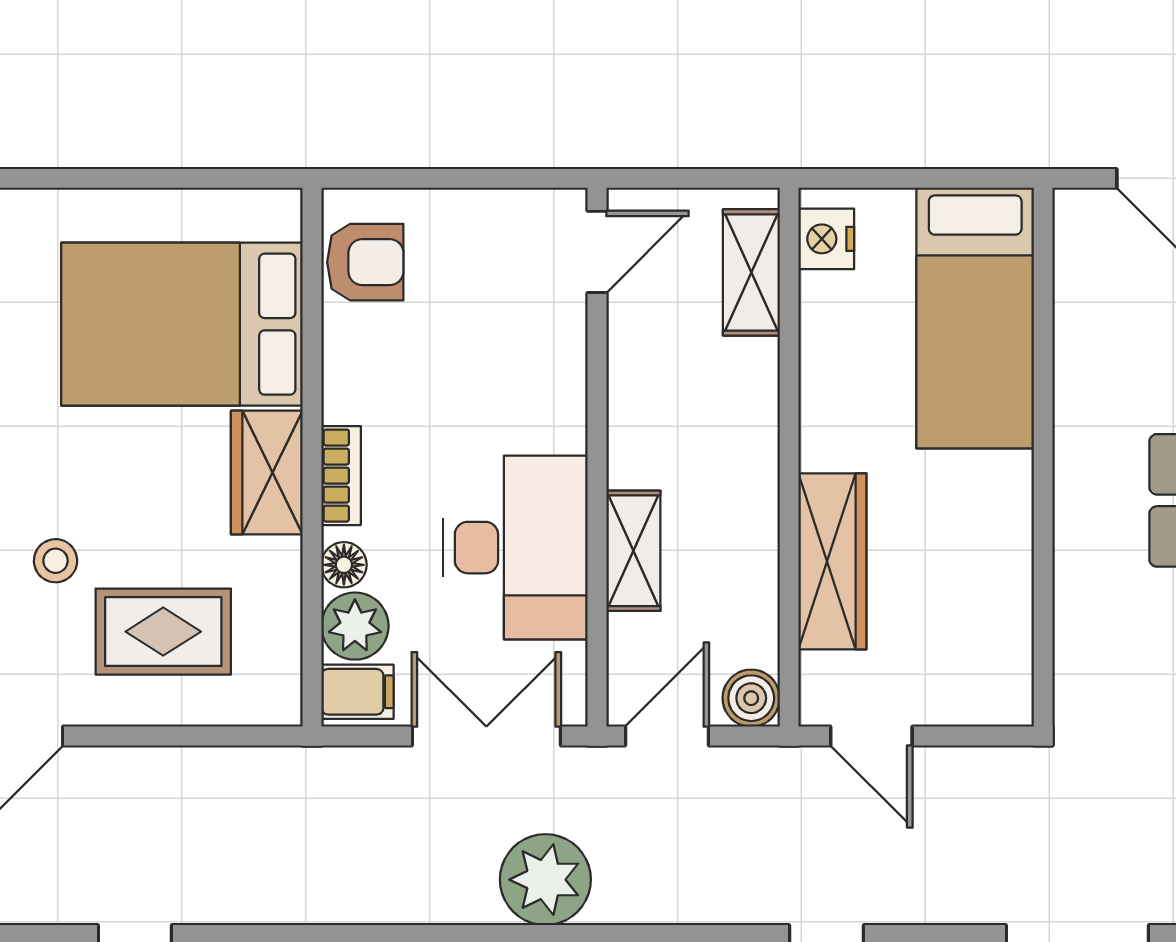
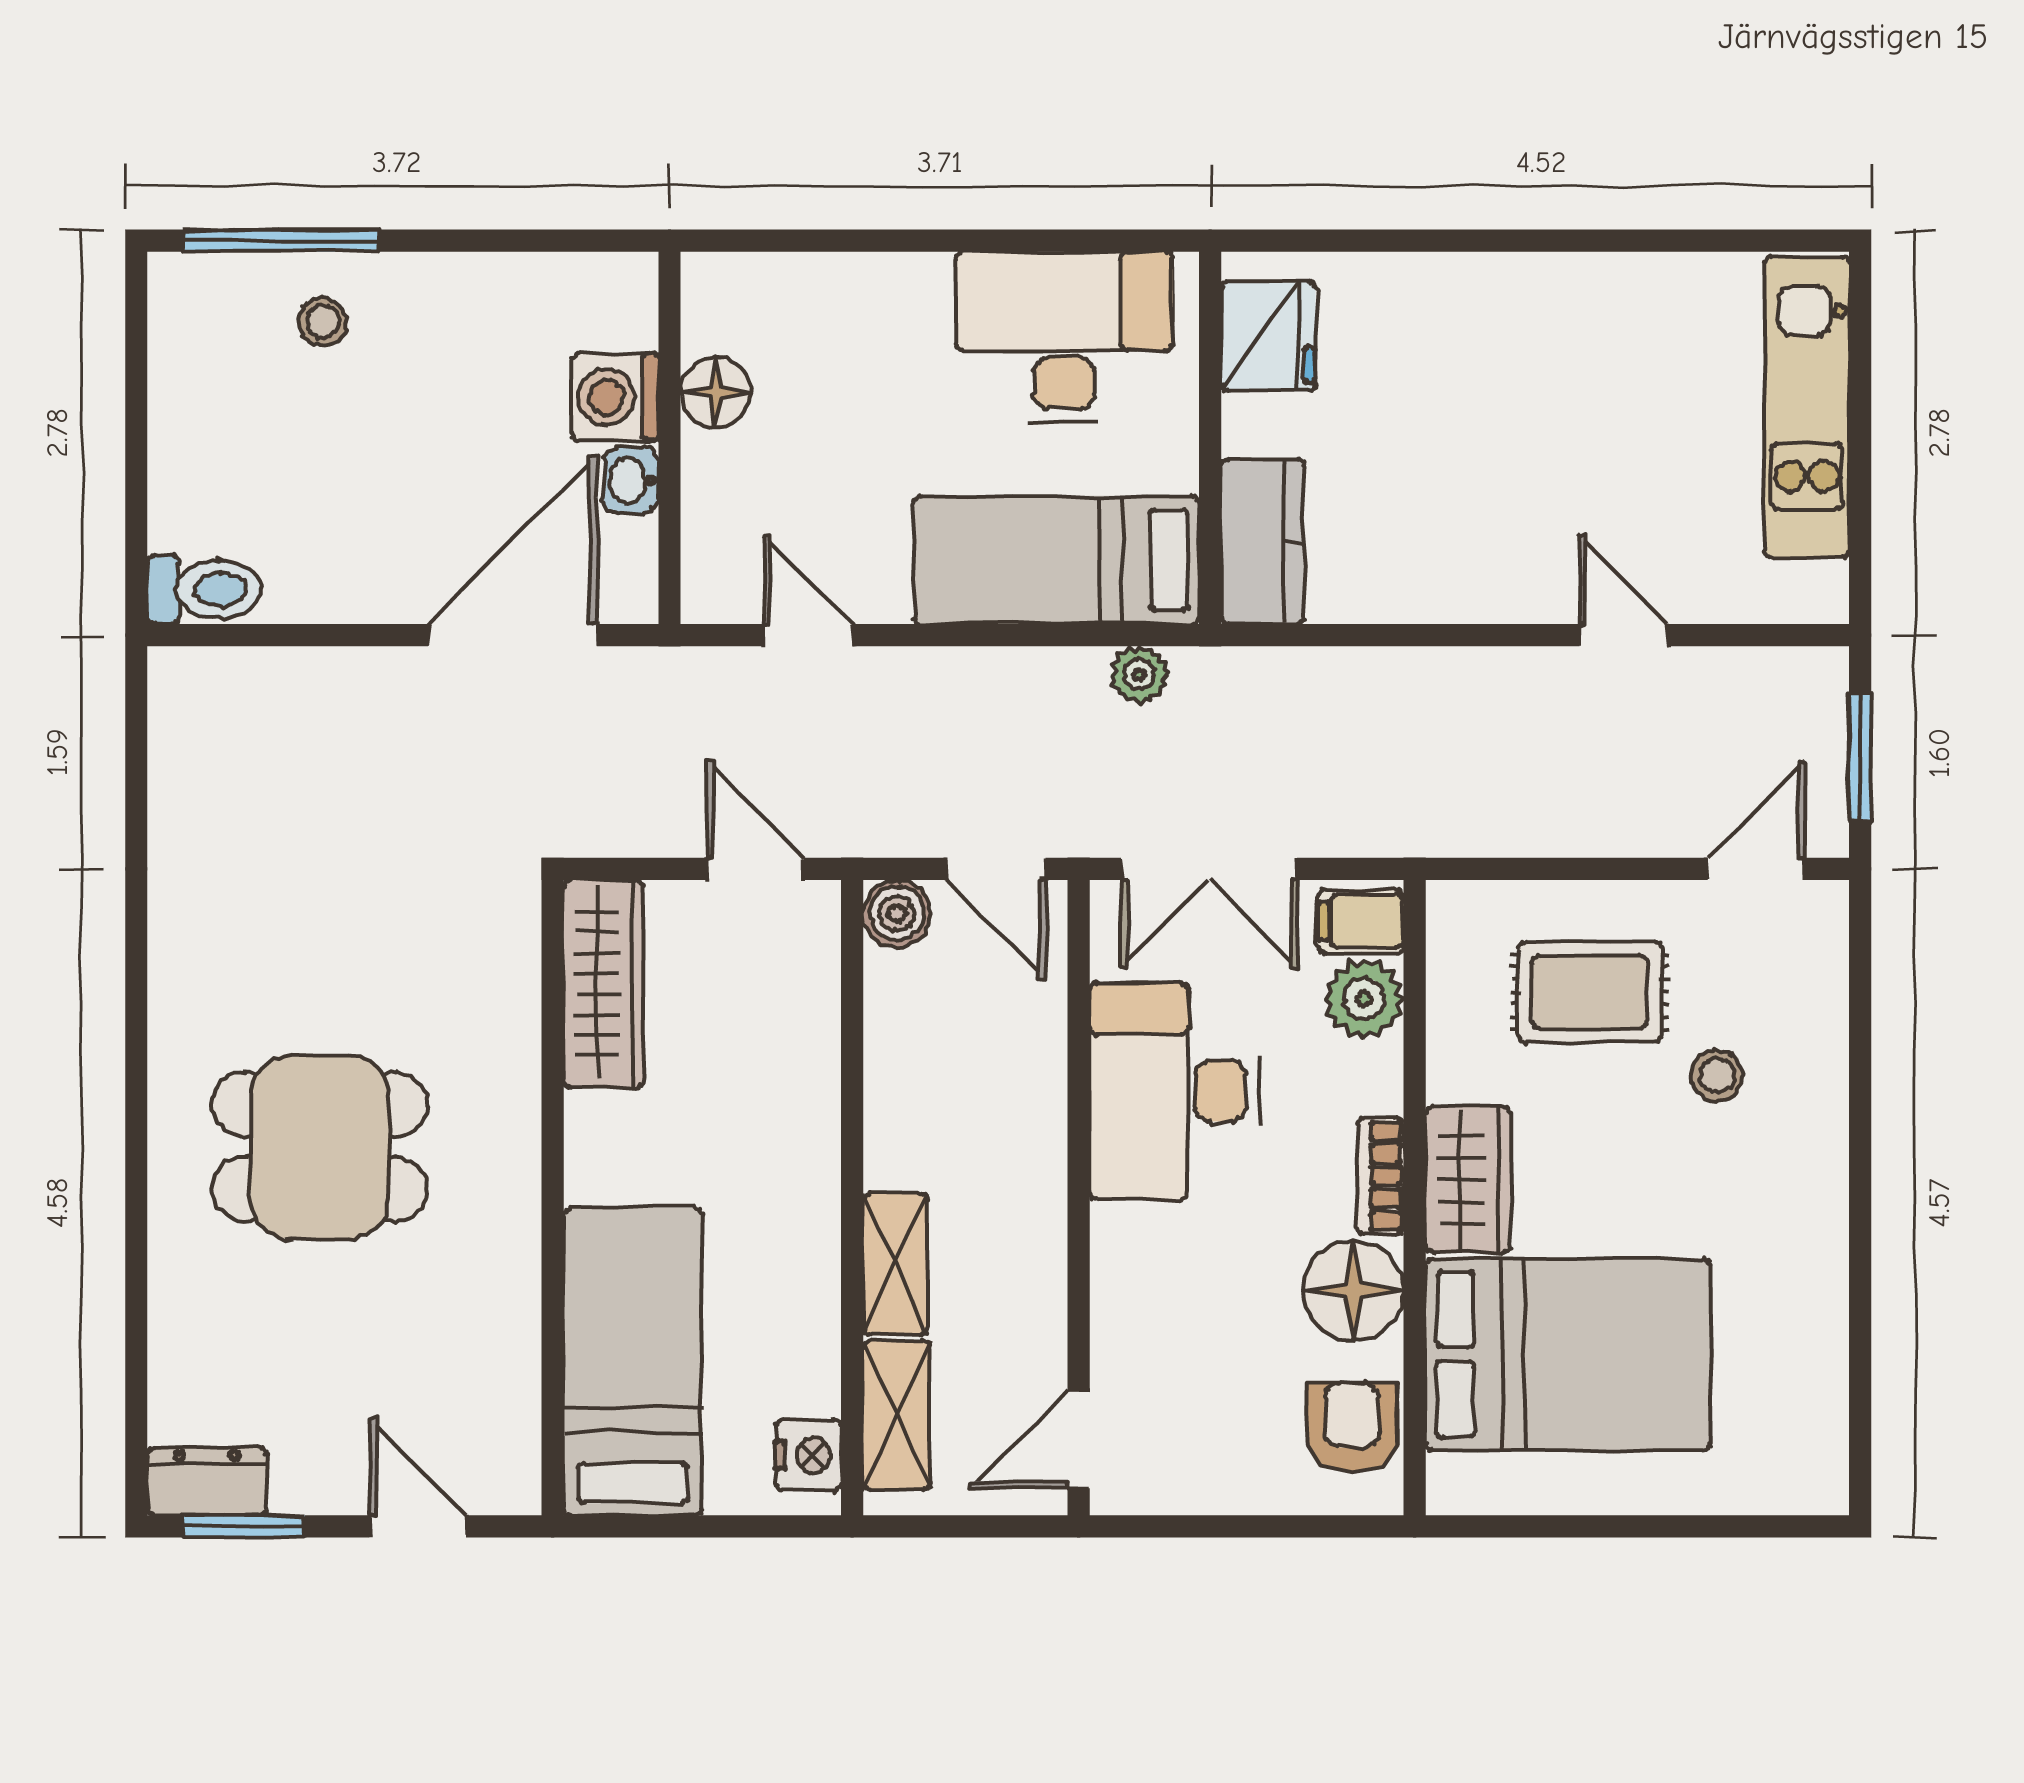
armchair: (365, 262) -> (1352, 1428), turned 90
shelving: (633, 551) -> (895, 1264), moved
wardrobe: (832, 561) -> (604, 984), moved, turned 180
floor lamp: (344, 565) -> (1353, 1291), moved, width x1.89, depth x1.89
door: (667, 736) -> (996, 869), hinge flipped
plant: (545, 880) -> (1139, 675), width x0.53, depth x0.53

